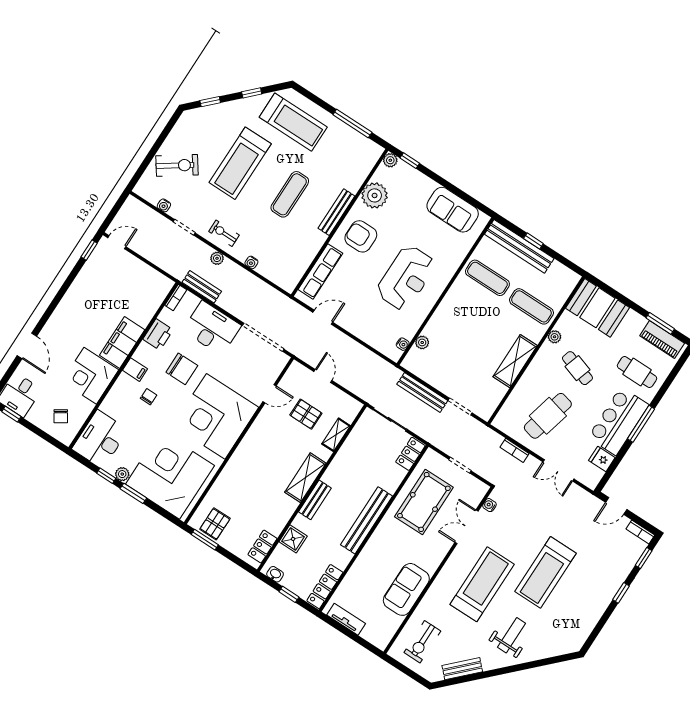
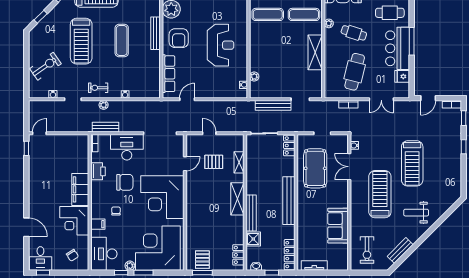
armchair: (361, 236) -> (179, 38), turned -90
filing cabinet: (135, 370) -> (98, 224), moved
bench: (315, 500) -> (251, 213), width x1.36
weight bench: (511, 635) -> (416, 213), turned -90

